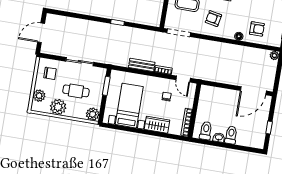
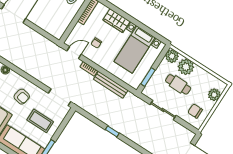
bench: (142, 65) -> (111, 85), width x1.36
door: (183, 79) -> (74, 53), hinge flipped
plant: (58, 107) -> (186, 67), moved

